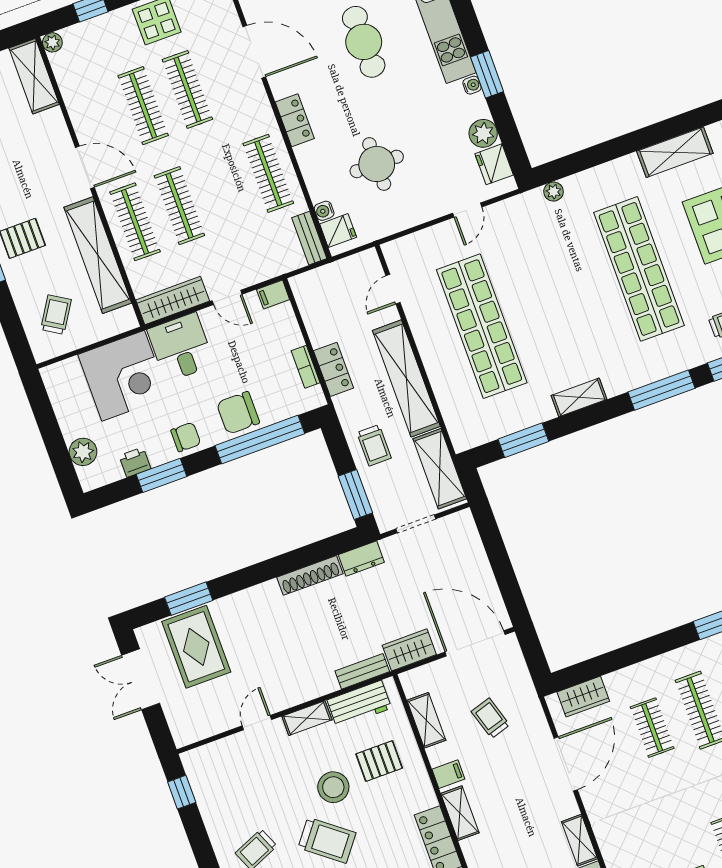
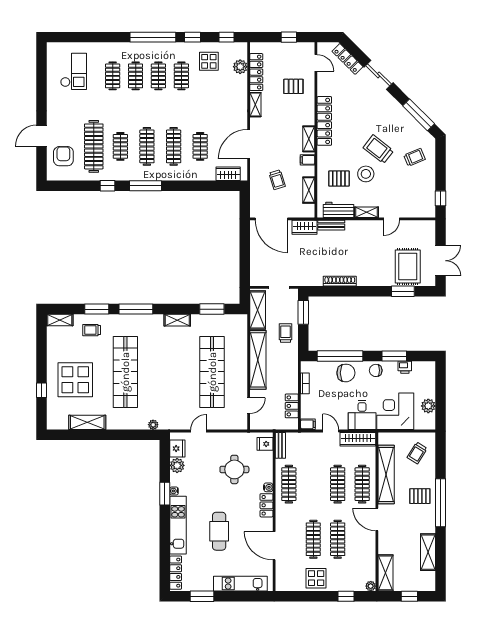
water cooler: (324, 211) -> (268, 487), moved
locker: (334, 369) -> (292, 406), moved
plant: (83, 452) -> (428, 406), moved
dresser: (361, 559) -> (312, 280), removed

